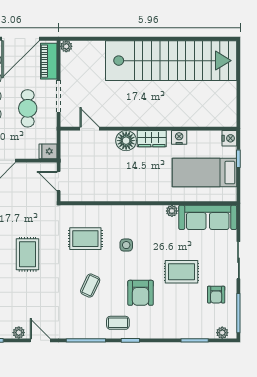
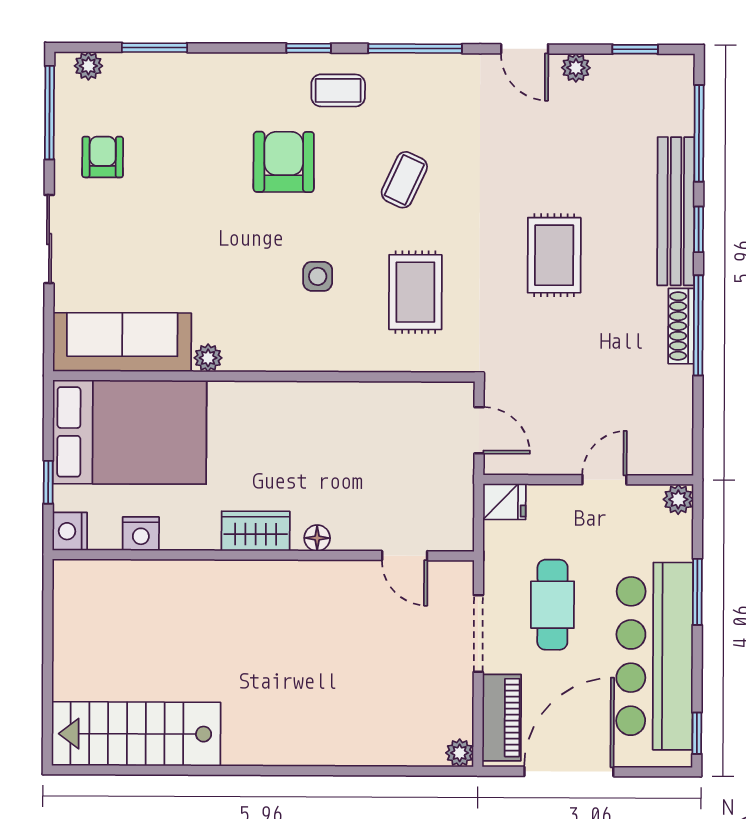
stairs: (171, 61) -> (136, 734), width x0.54, depth x0.66
nightstand: (179, 137) -> (141, 534), moved
floor lamp: (126, 141) -> (317, 538), width x0.53, depth x0.53
bed: (205, 173) -> (130, 432), width x1.50
rug: (85, 239) -> (415, 292), turned 90
rug: (181, 272) -> (186, 212), removed

